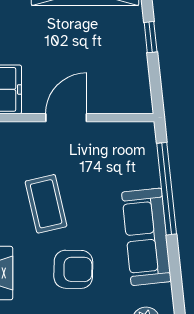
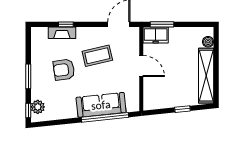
sofa: (146, 237) -> (101, 105), moved
armchair: (73, 269) -> (64, 70), turned 81

